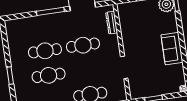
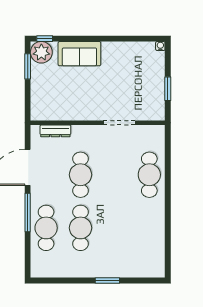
sofa: (172, 49) -> (79, 54), moved
cafe table: (49, 75) -> (46, 228), moved

